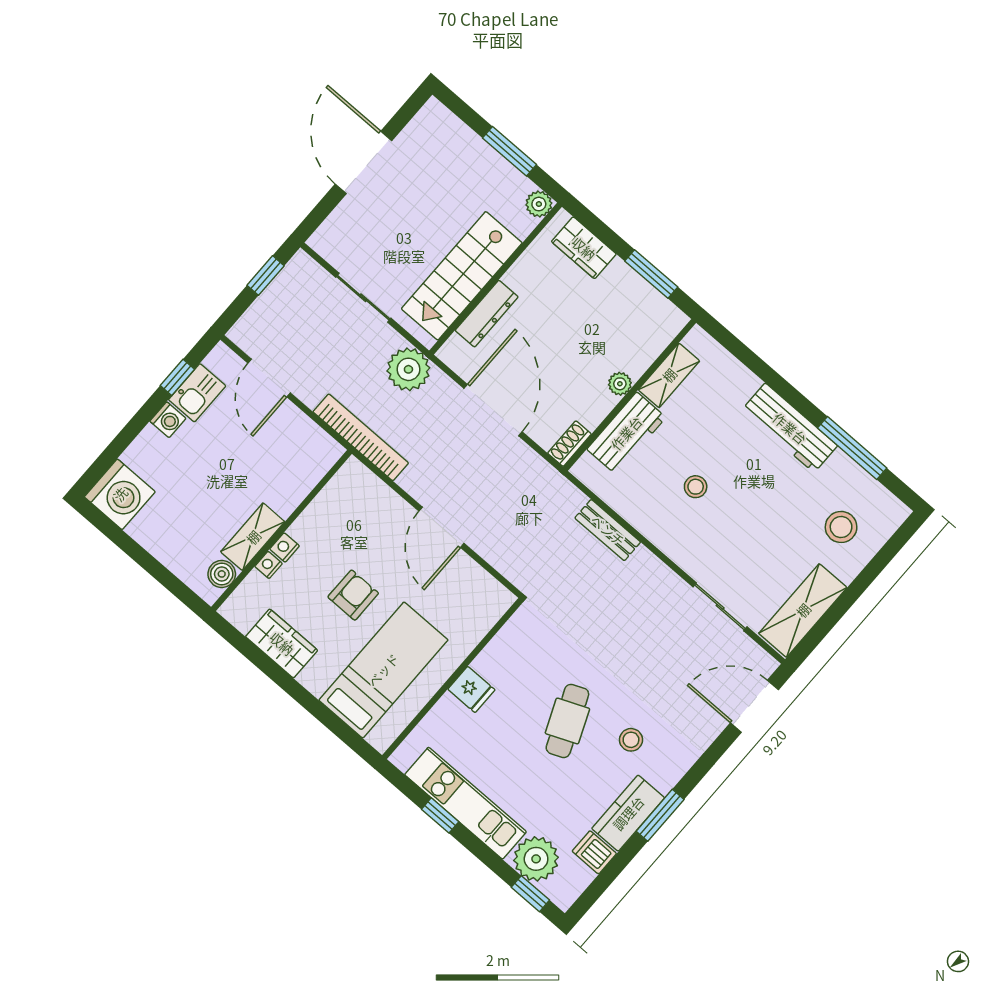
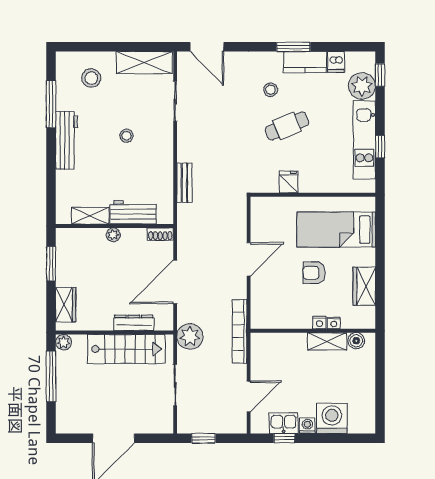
window: (509, 151) -> (51, 376), width x1.44
stool: (696, 487) -> (126, 136), moved
washing machine: (120, 494) -> (332, 418), moved
fridge: (471, 689) -> (289, 182), moved

